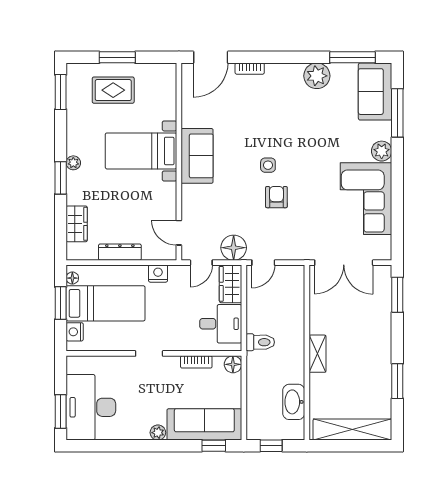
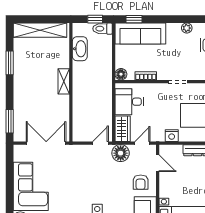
armchair: (276, 197) -> (141, 182), moved
toilet: (260, 342) -> (103, 29), moved
plant: (158, 433) -> (187, 28), moved

